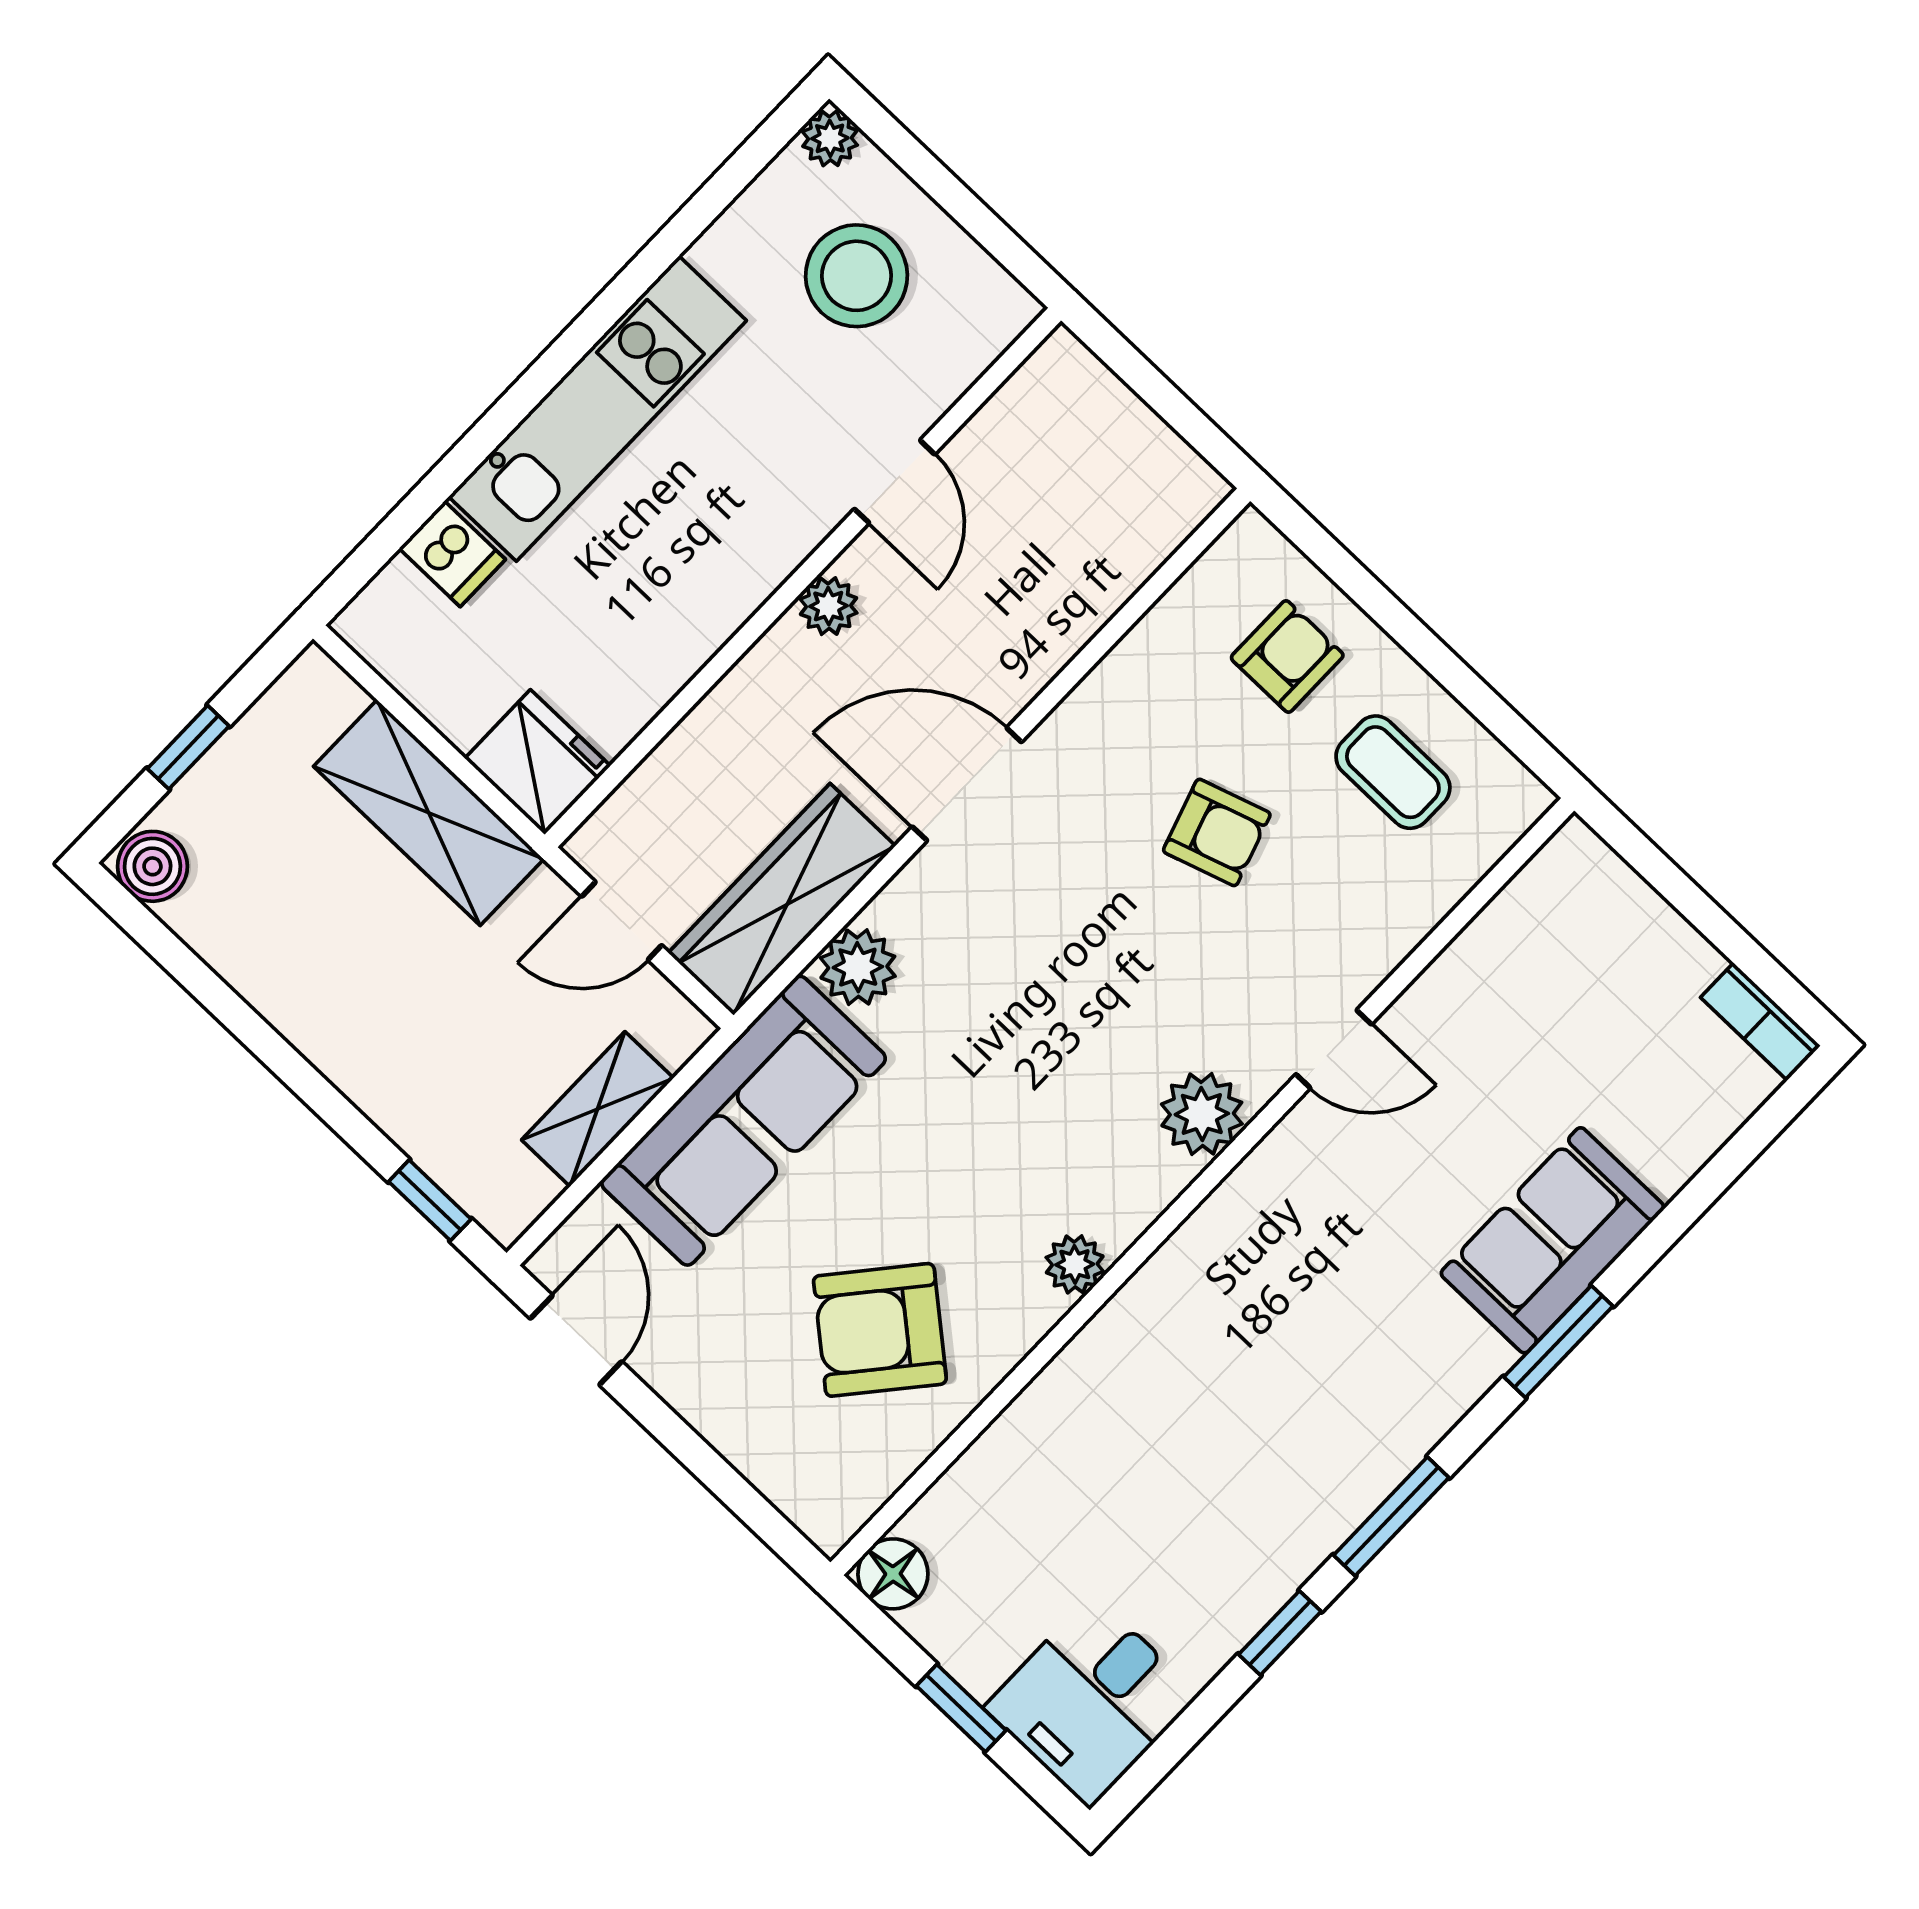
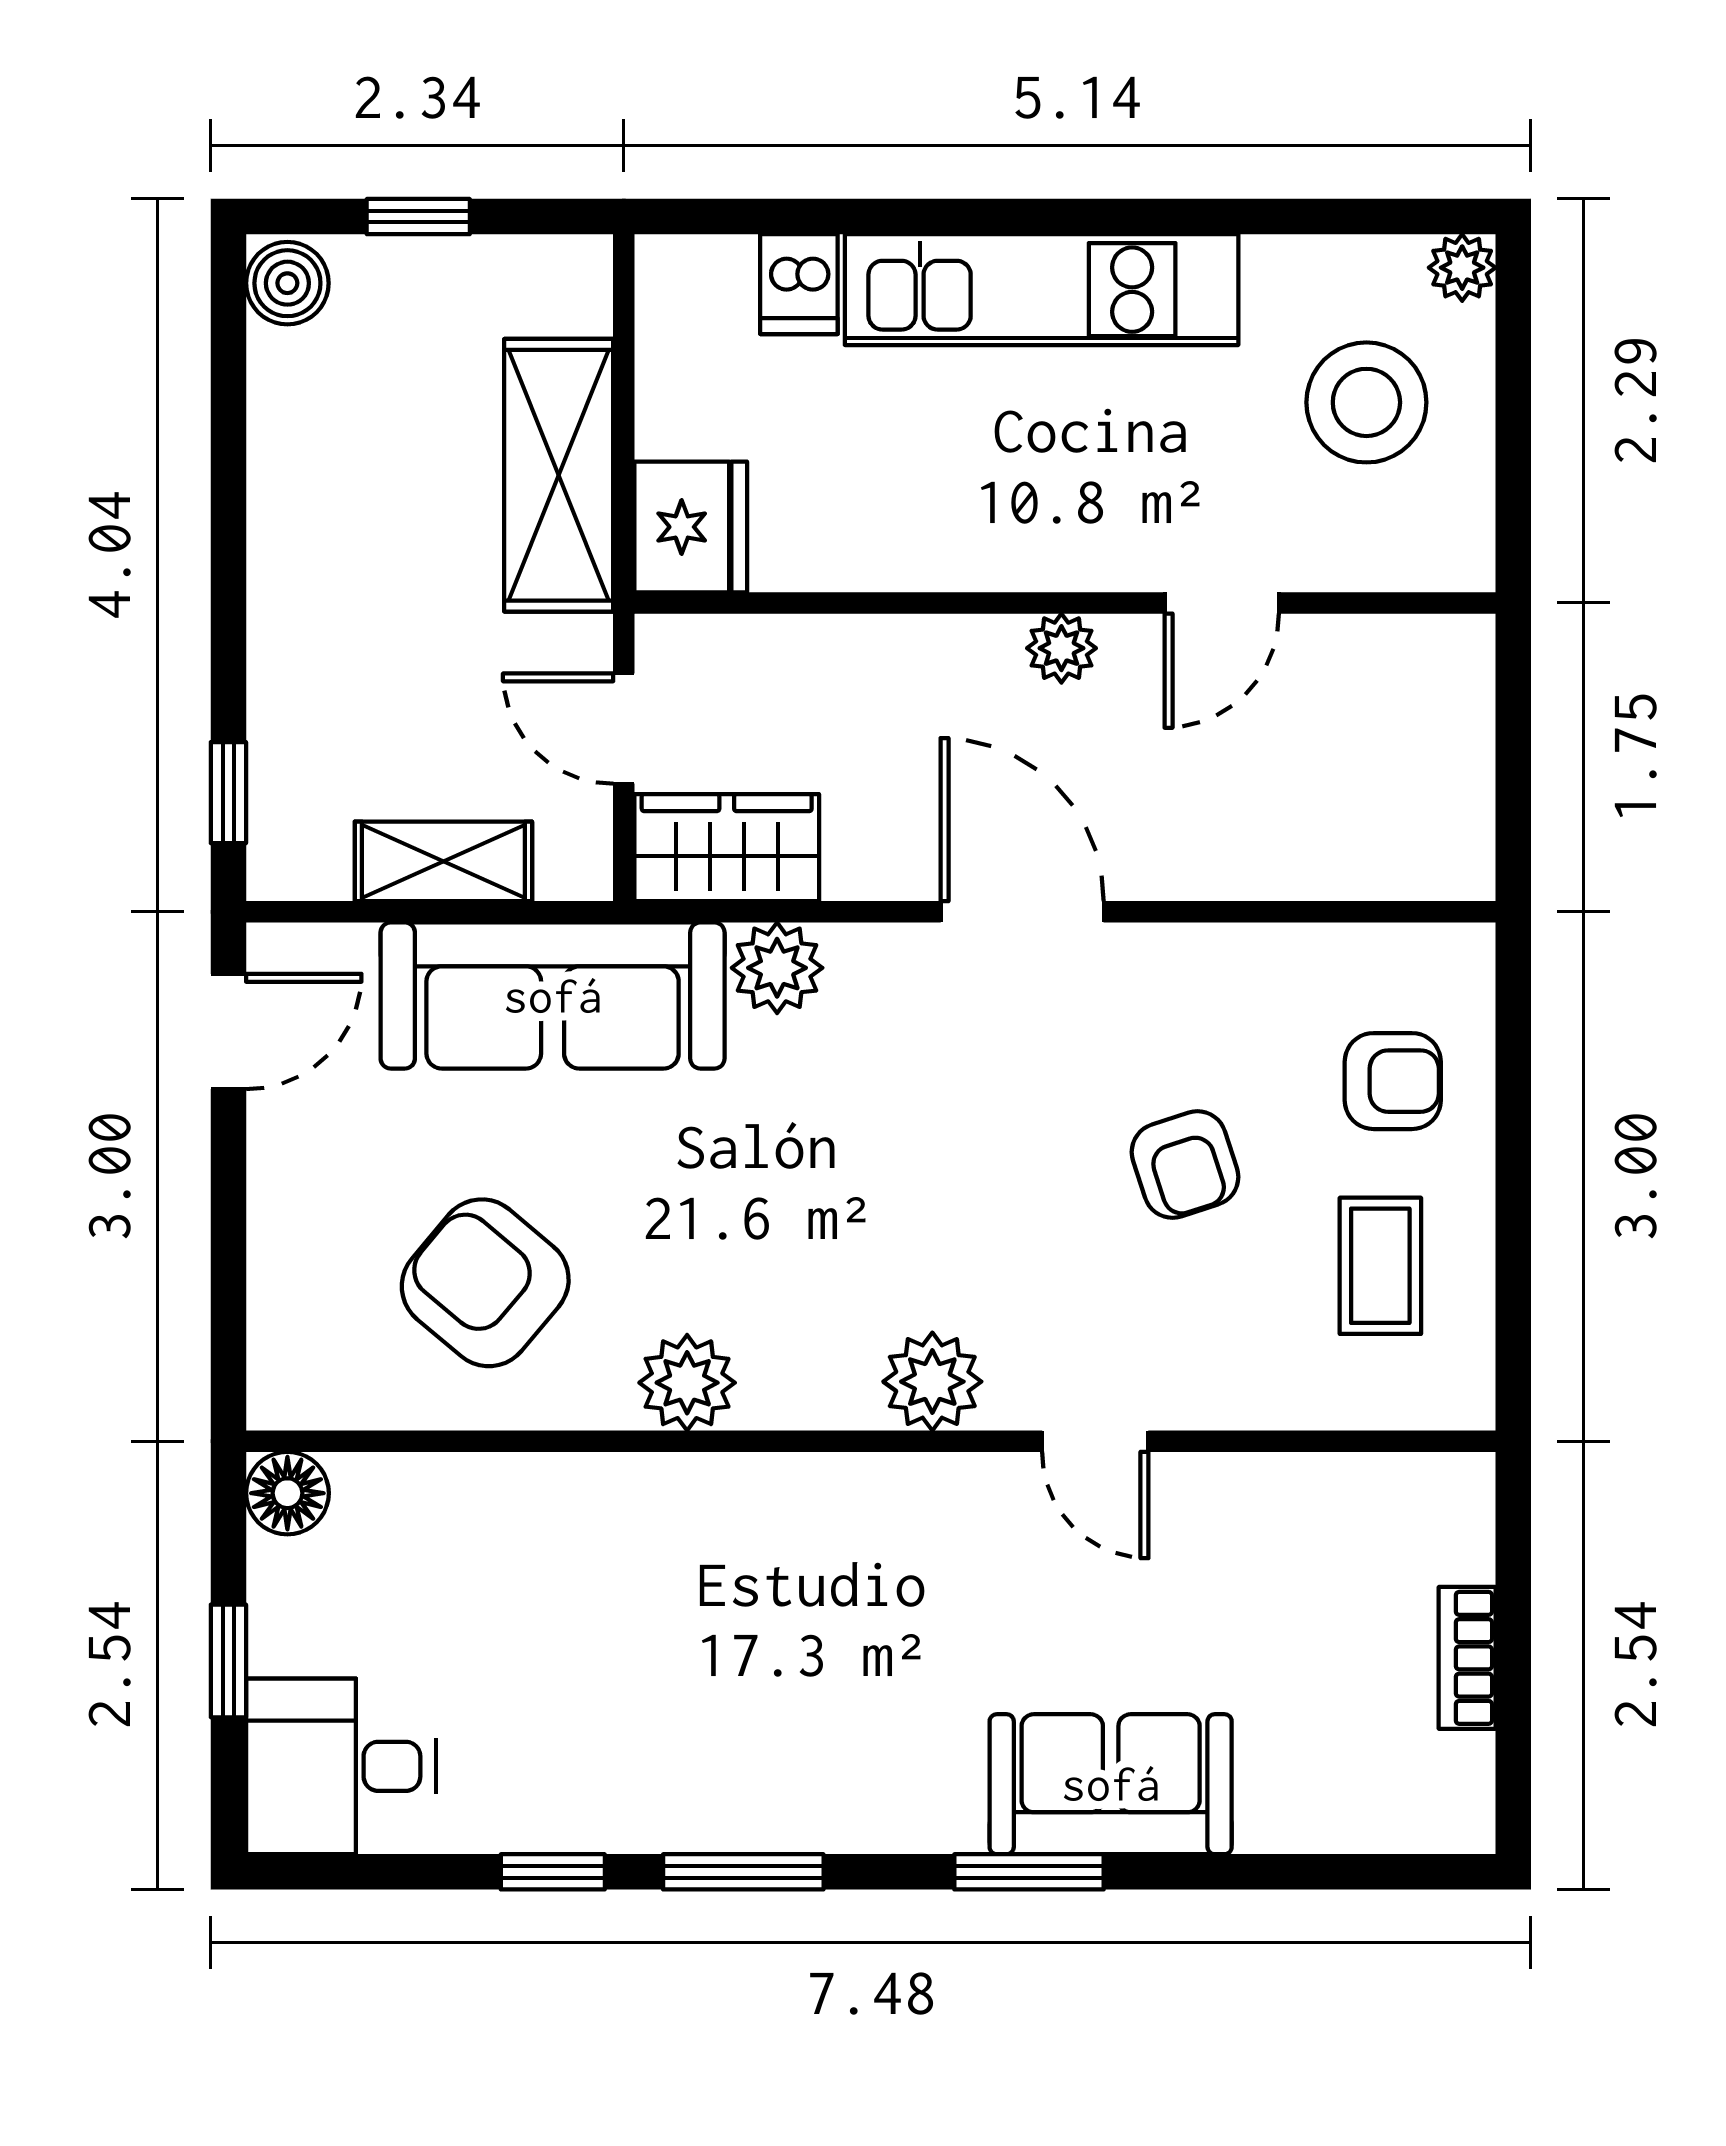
wardrobe: (782, 899) -> (727, 848), width x0.67
bookcase: (1760, 1022) -> (1467, 1658), moved
plant: (1075, 1264) -> (687, 1383), width x1.38, depth x1.38

